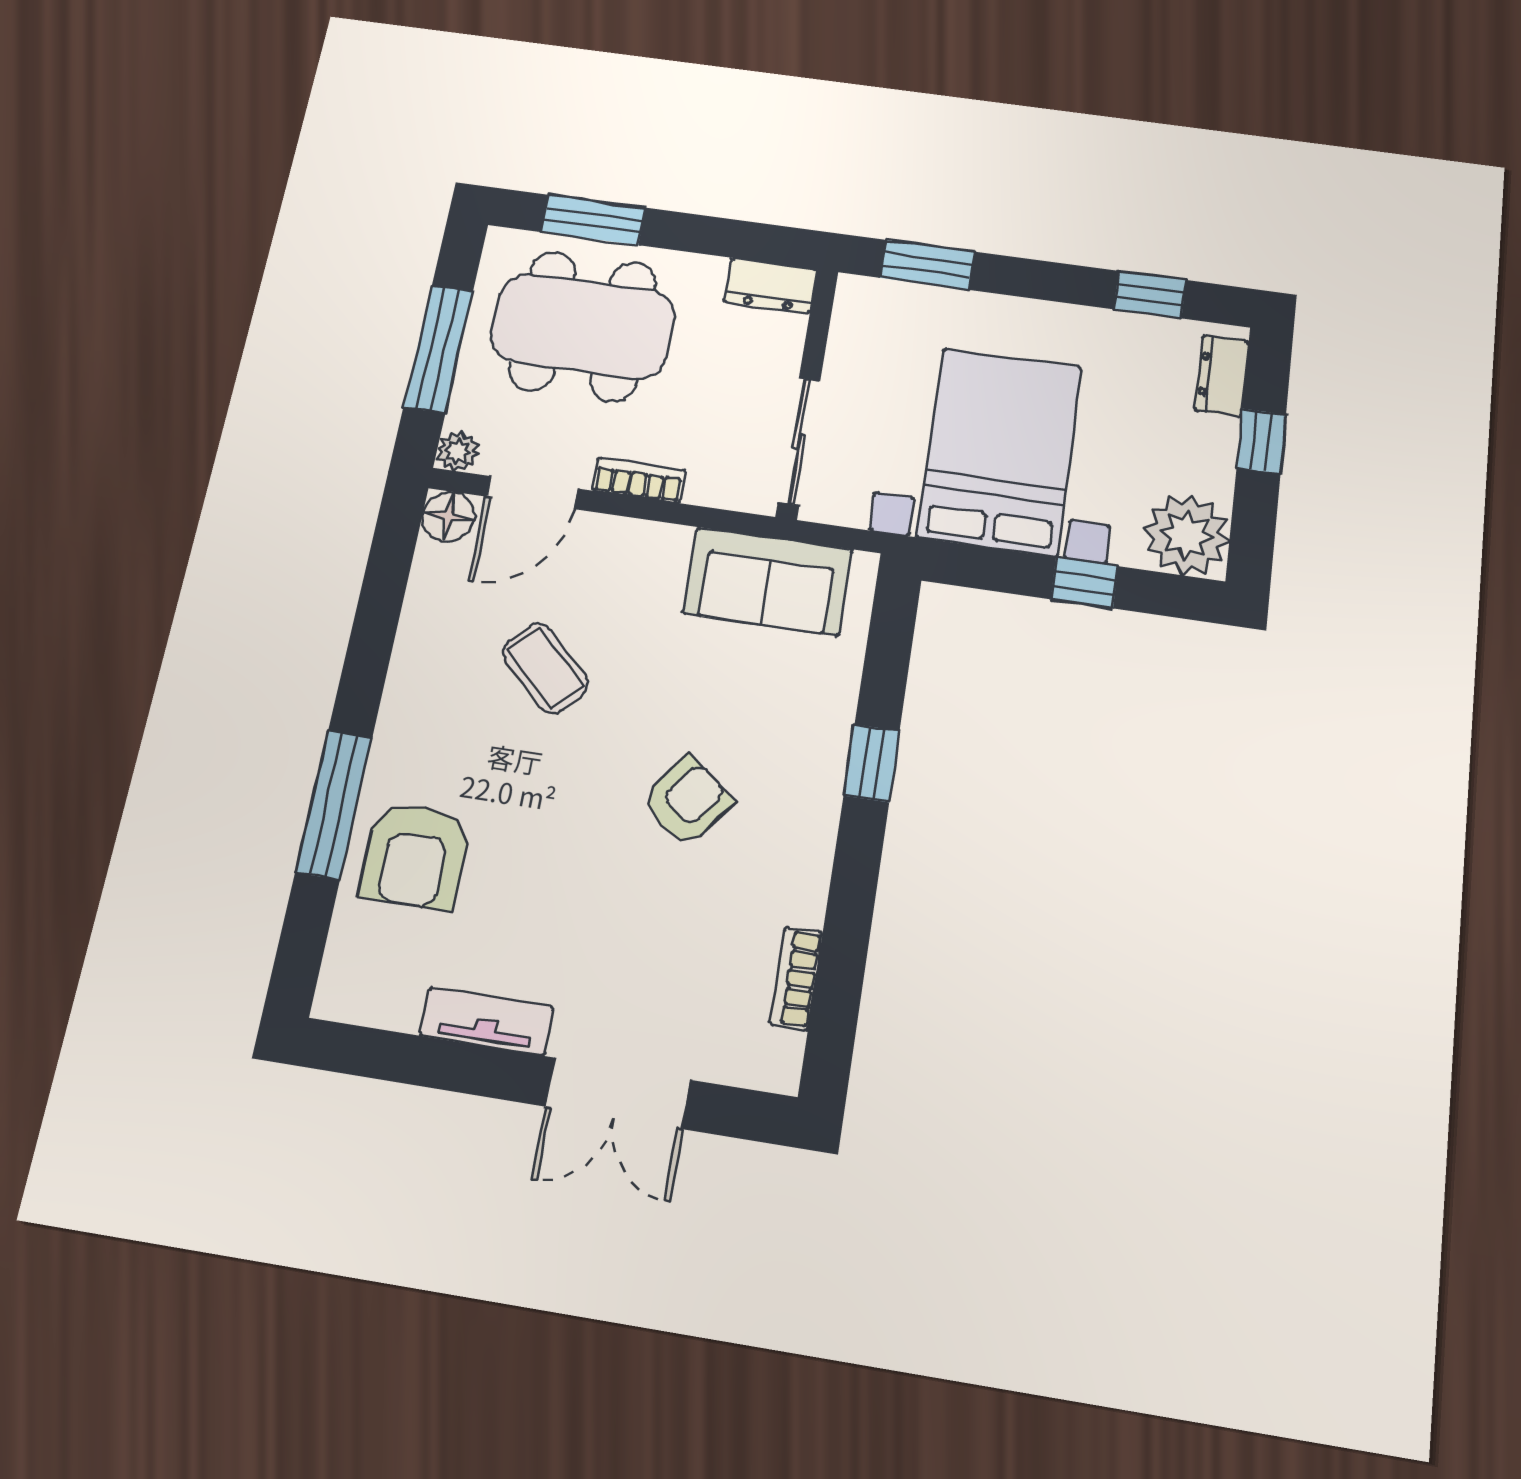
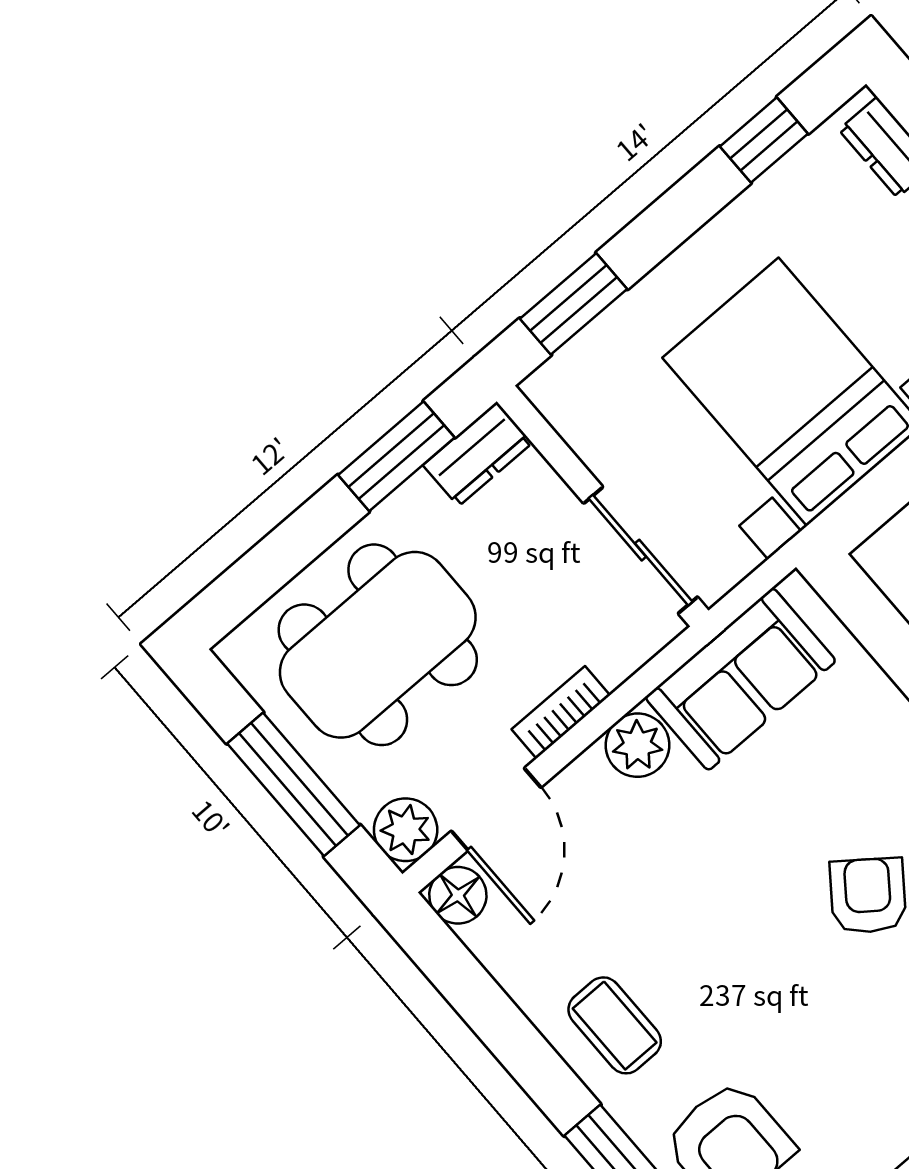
window: (593, 220) -> (396, 456), moved
plant: (458, 451) -> (406, 830), width x1.38, depth x1.38
plant: (659, 550) -> (637, 745), added
coffee table: (545, 668) -> (615, 1025), moved, turned 46

